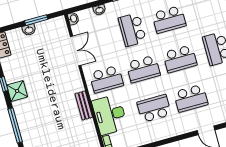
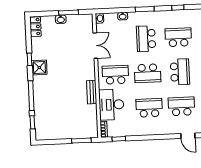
school desk: (169, 20) -> (178, 37), turned 180
school desk: (180, 59) -> (180, 72), turned -90
school desk: (106, 79) -> (115, 75), turned 180
school desk: (191, 98) -> (181, 106), turned 180

